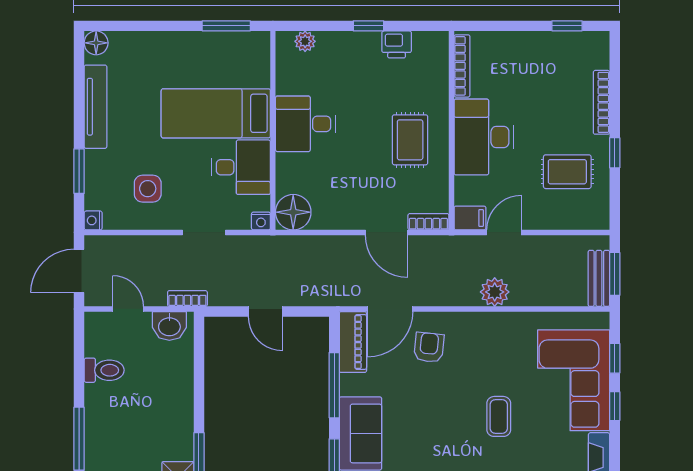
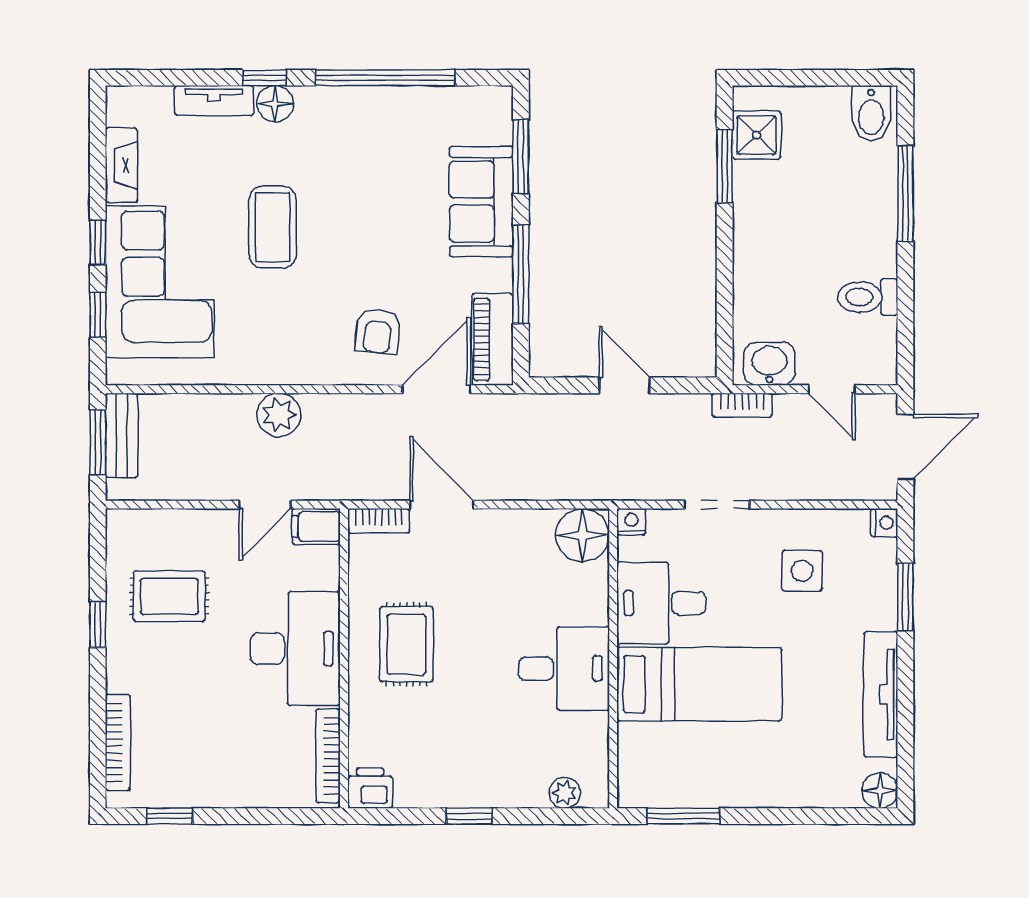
printer: (397, 44) -> (370, 788), moved
bookcase: (601, 102) -> (118, 742), moved
coffee table: (499, 416) -> (273, 227), width x1.36, depth x1.30

